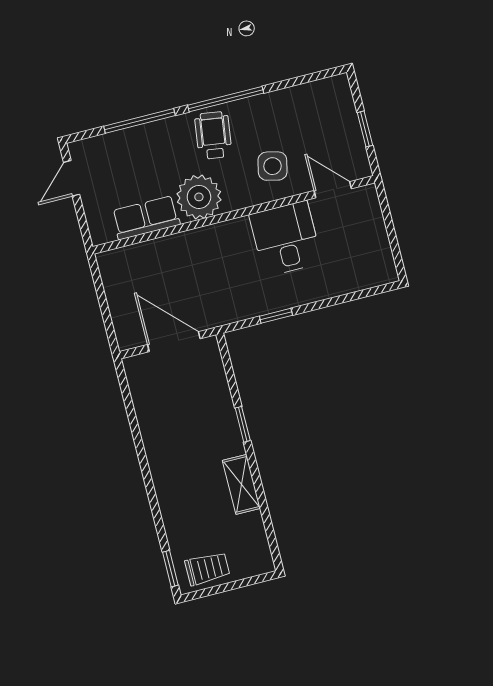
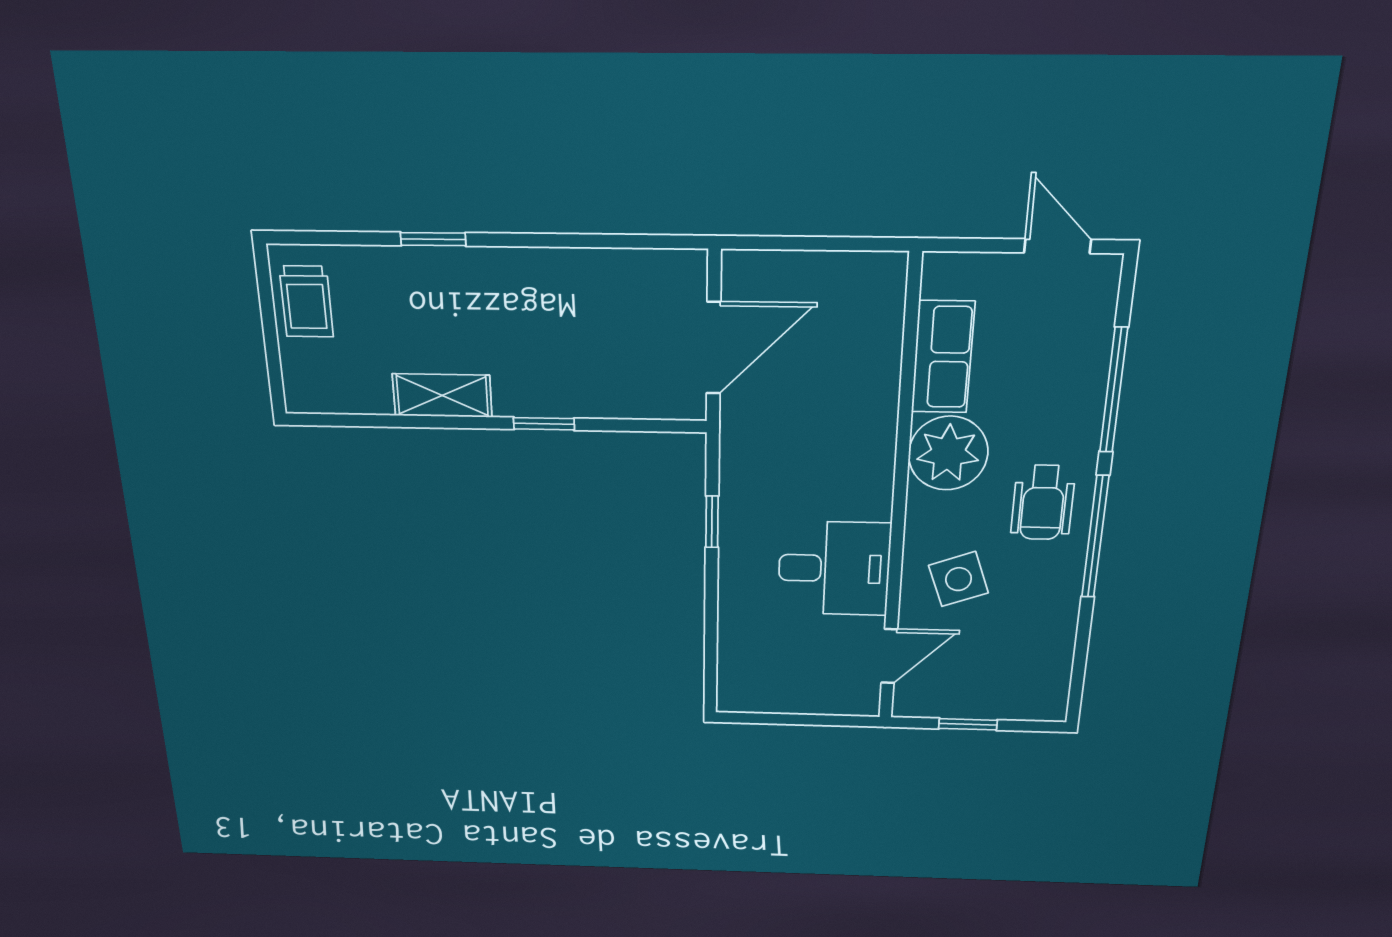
wheelchair: (213, 135) -> (1043, 502), turned 82
side table: (272, 166) -> (959, 579), turned -33
window: (170, 569) -> (433, 239), moved

